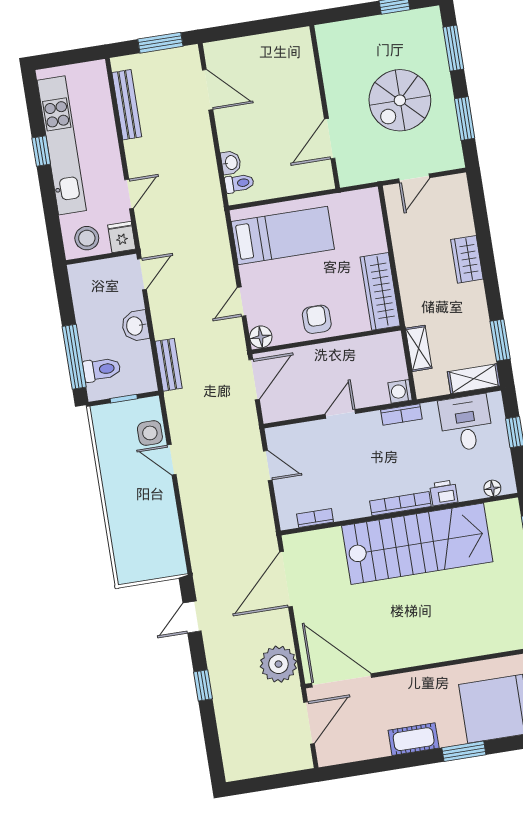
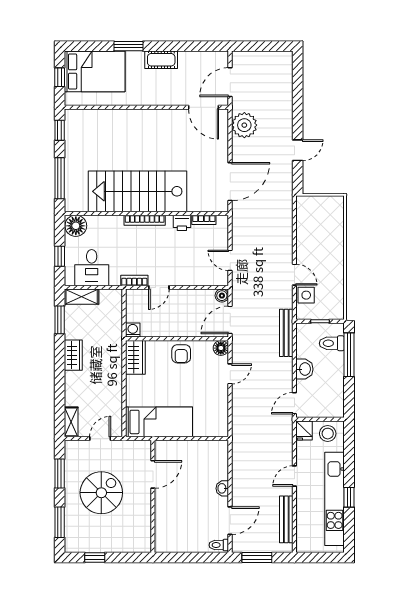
door: (208, 90) -> (230, 521), swing flipped
washbasin: (231, 163) -> (222, 488), moved
toilet: (239, 183) -> (219, 545), moved
door: (129, 194) -> (294, 476), moved
bed: (283, 235) -> (159, 422), moved, turned 180
wardrobe: (467, 259) -> (73, 355), moved
wardrobe: (380, 291) -> (135, 357), width x0.67
shelving: (419, 348) -> (71, 422), moved
bench: (169, 365) -> (286, 333), width x1.36
washing machine: (400, 391) -> (133, 330), moved, turned -90
boiler: (272, 413) -> (222, 296), added
door: (340, 414) -> (159, 287), moved
floor lamp: (492, 488) -> (76, 226), width x1.89, depth x1.89
printer: (444, 493) -> (182, 223), moved
door: (192, 617) -> (298, 150), moved
door: (342, 680) -> (203, 107), width x0.73
window: (203, 685) -> (298, 119), removed

